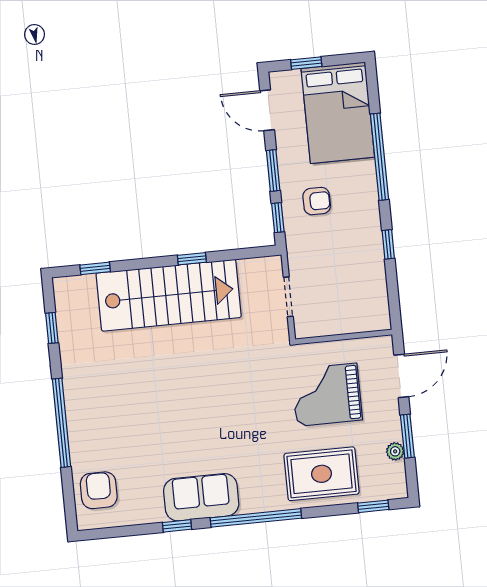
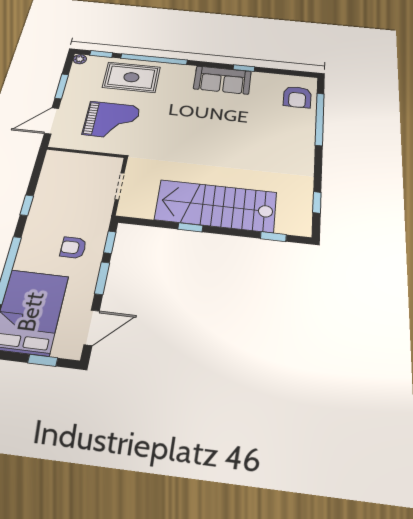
door: (267, 110) -> (92, 328), hinge flipped
window: (61, 423) -> (320, 119), moved
plant: (395, 451) -> (80, 59), moved
window: (256, 518) -> (154, 59), moved

